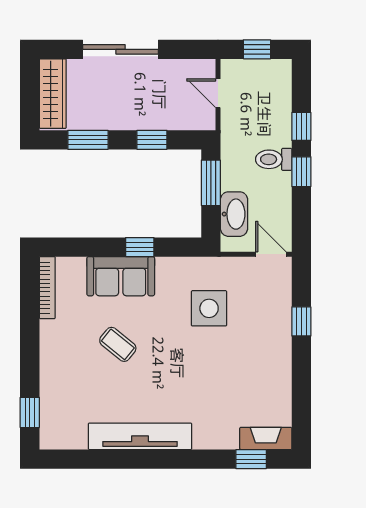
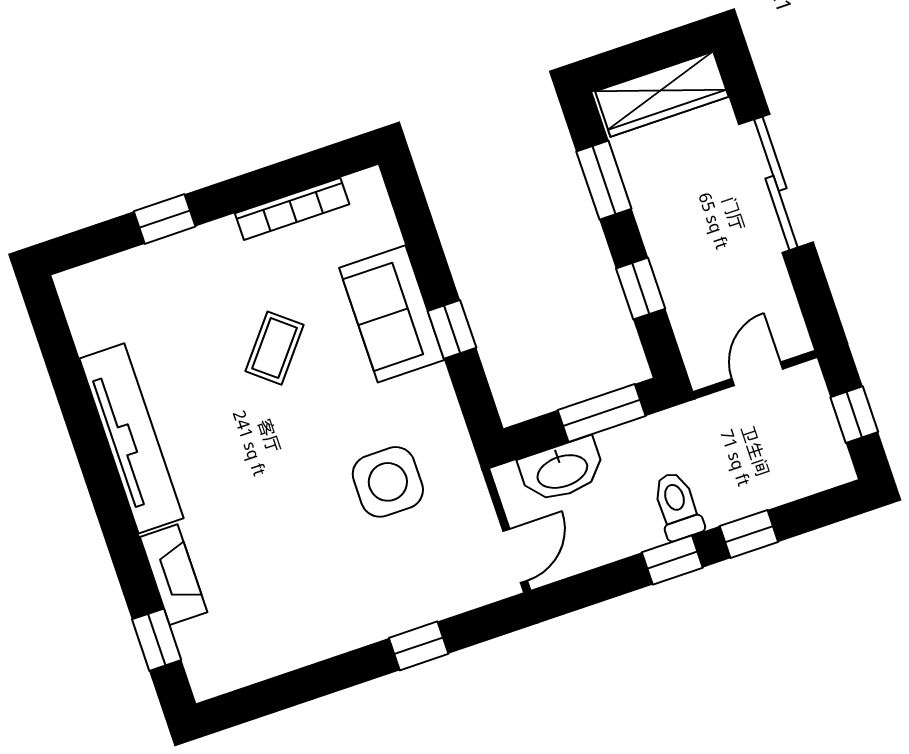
bookcase: (47, 288) -> (292, 209), moved
window: (30, 412) -> (165, 219), moved
fireplace: (266, 438) -> (174, 575), moved

